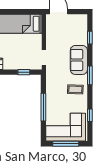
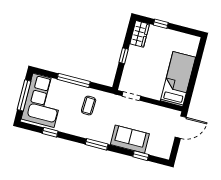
sofa: (79, 60) -> (130, 139), moved
window: (24, 72) -> (124, 56), moved
coffee table: (75, 89) -> (89, 106), moved

